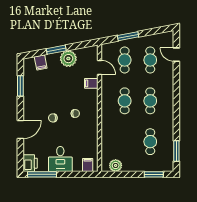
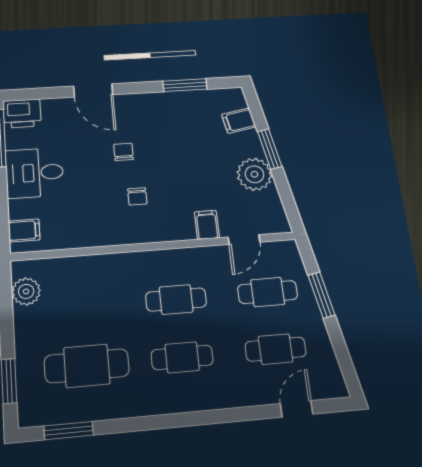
cafe table: (150, 142) -> (87, 366), width x1.37, depth x1.35

